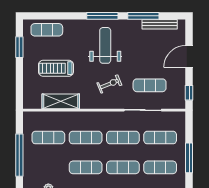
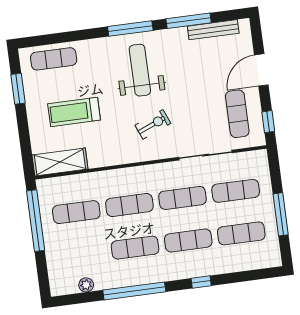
exercise mat: (150, 85) -> (237, 114), moved, turned 90
shelving: (61, 101) -> (60, 162), moved
window: (19, 155) -> (36, 221), moved

